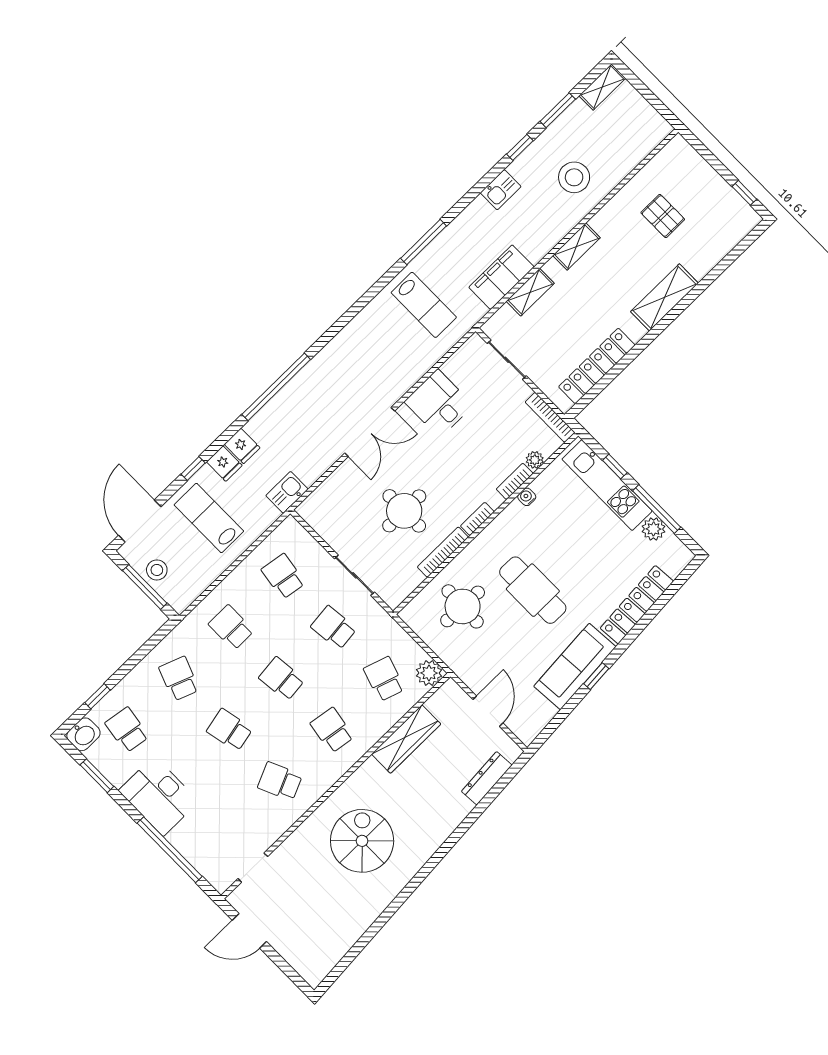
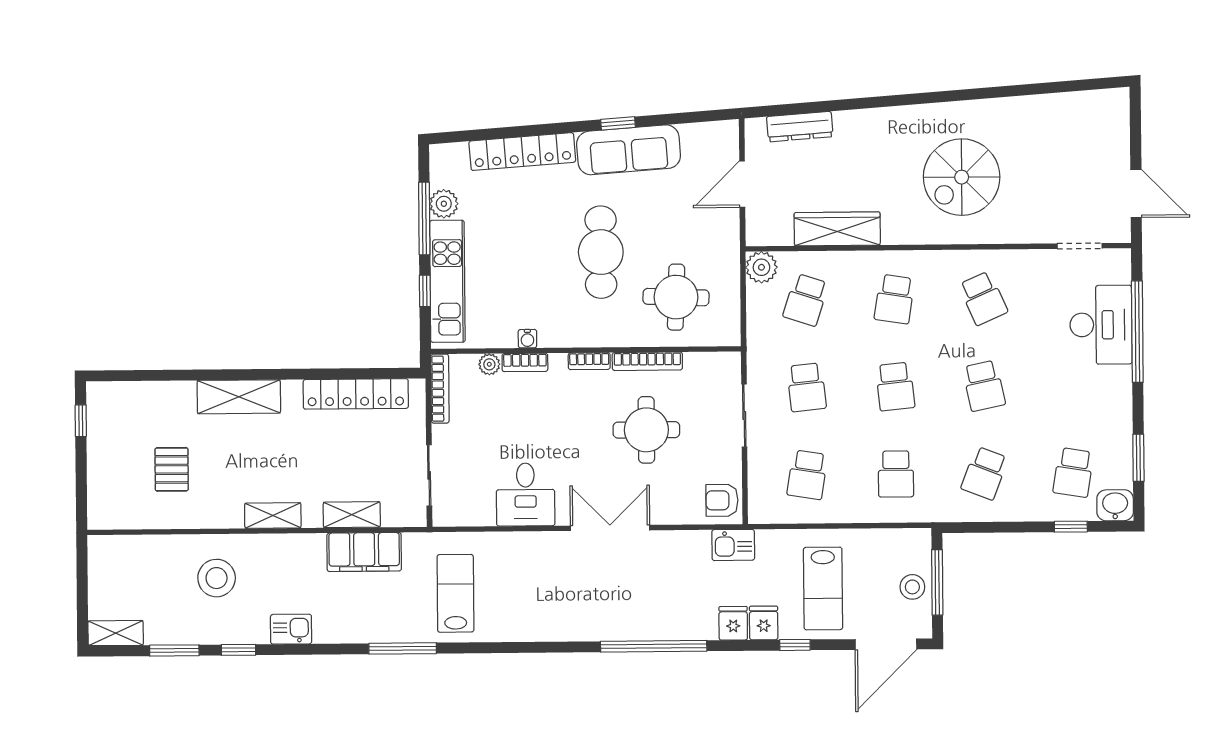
armchair: (319, 512) -> (722, 500), added
desk: (159, 796) -> (1101, 325), moved

